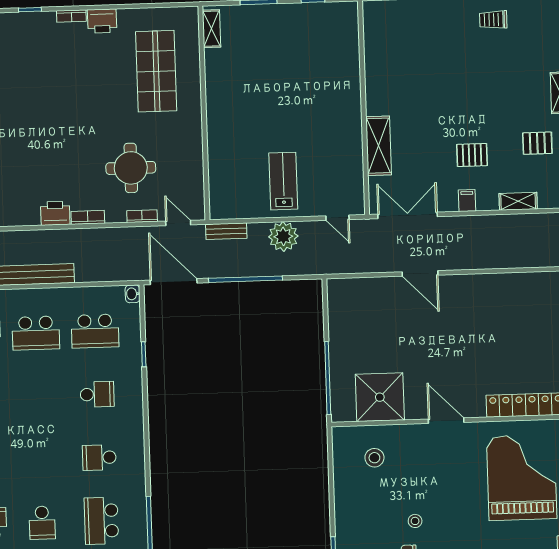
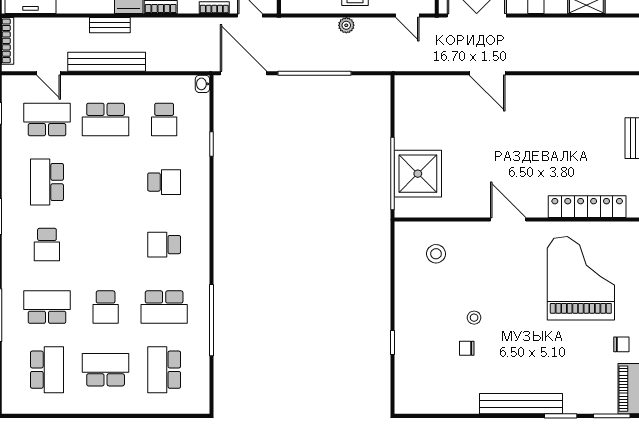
bench: (226, 231) -> (110, 25), moved
plant: (283, 236) -> (346, 25), width x0.53, depth x0.53
school desk: (95, 331) -> (164, 119), width x0.54
shower: (380, 397) -> (418, 174), moved
school desk: (101, 521) -> (164, 307), turned -90

